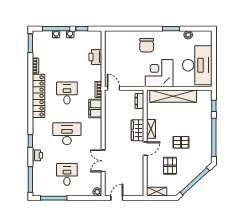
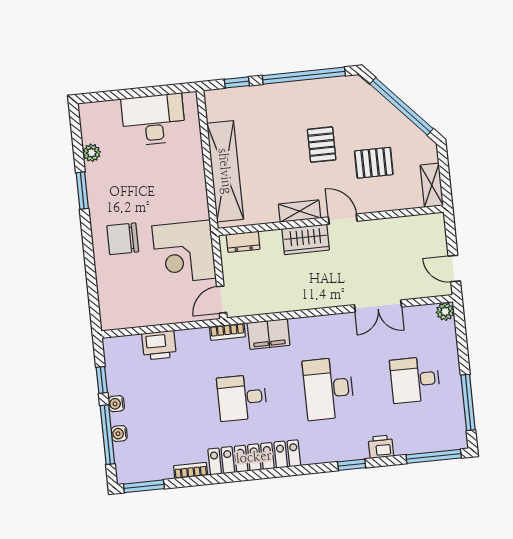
chair: (147, 45) -> (123, 239), turned 180
desk: (197, 65) -> (153, 120), width x0.73, depth x0.77
corner desk: (159, 73) -> (184, 252), moved

